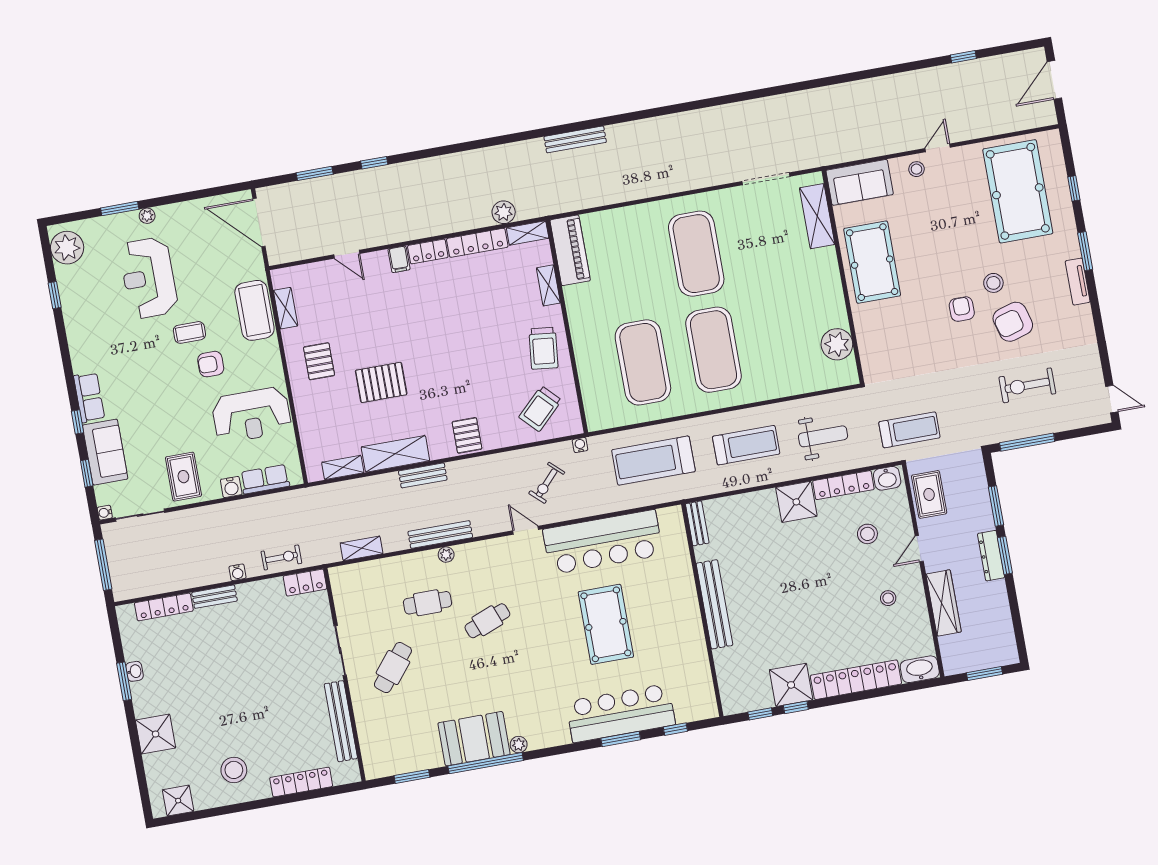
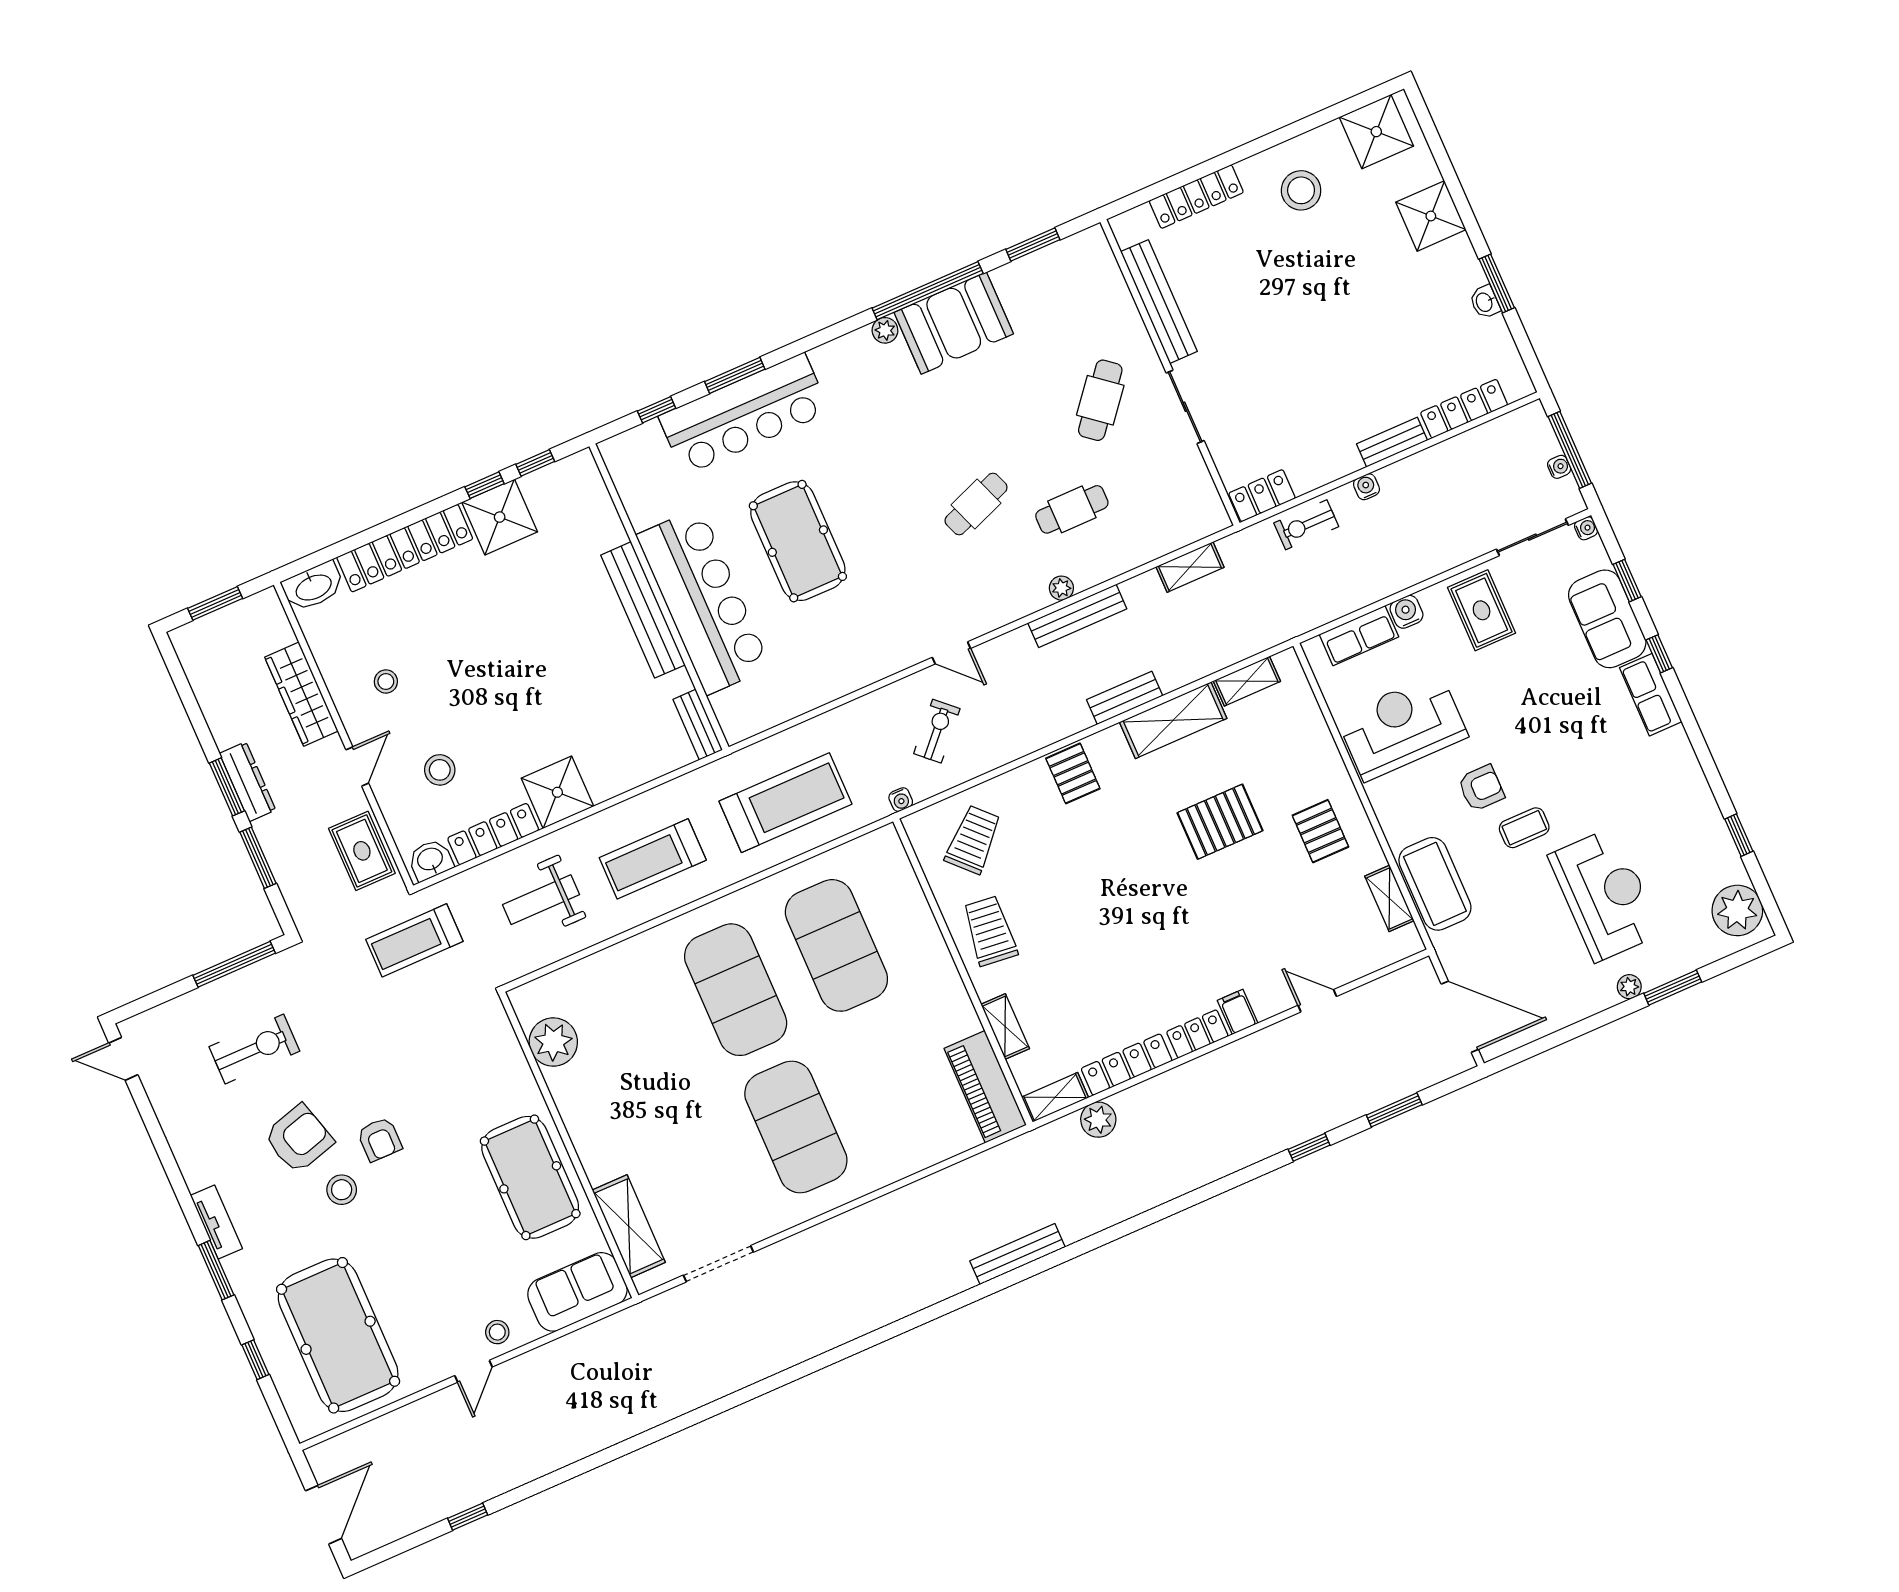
bar counter: (603, 542) -> (703, 601), moved, turned 90
water cooler: (112, 556) -> (1559, 467), added
shower: (178, 801) -> (1376, 132), width x1.36, depth x1.36

